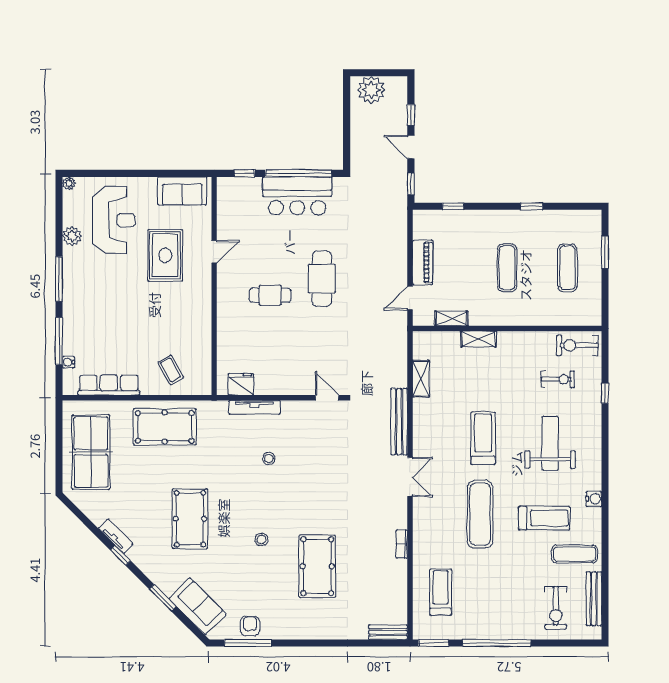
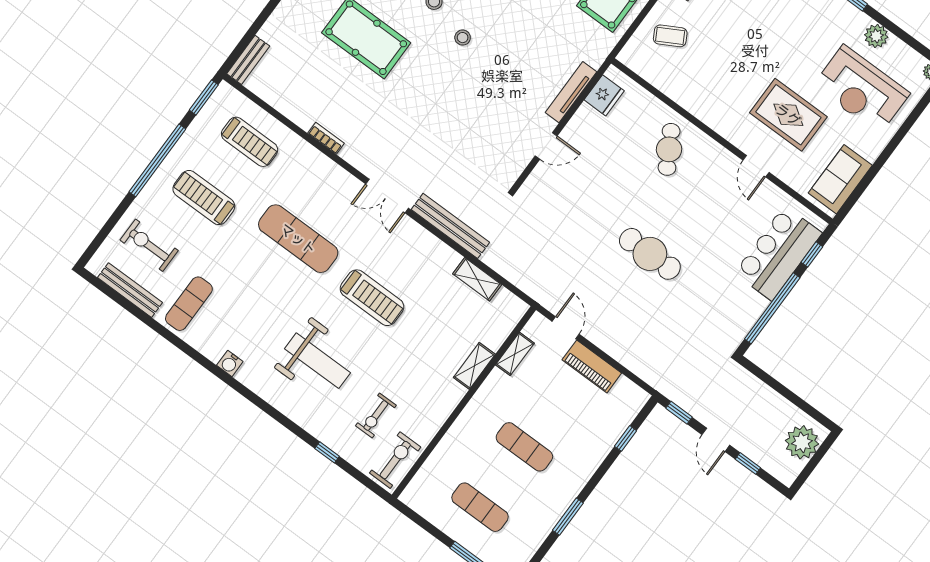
door: (411, 147) -> (716, 440), swing flipped
bar counter: (297, 196) -> (778, 253), moved
window: (532, 206) -> (568, 517), width x1.50
cafe table: (270, 295) -> (669, 149), moved, turned -30
door: (327, 398) -> (546, 146), moved
stool: (269, 458) -> (463, 38), moved
treadmill: (544, 518) -> (204, 198), moved, turned 90

